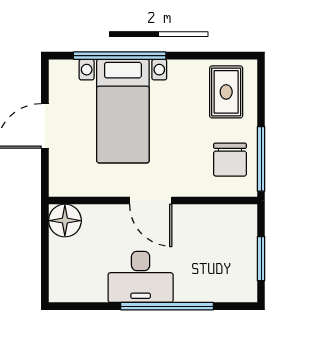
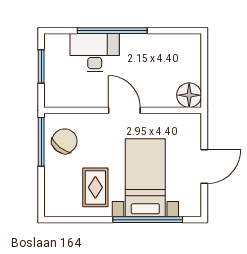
rug: (226, 92) -> (95, 187), moved
chair: (230, 160) -> (65, 141), turned 38
desk: (141, 277) -> (95, 53), moved

